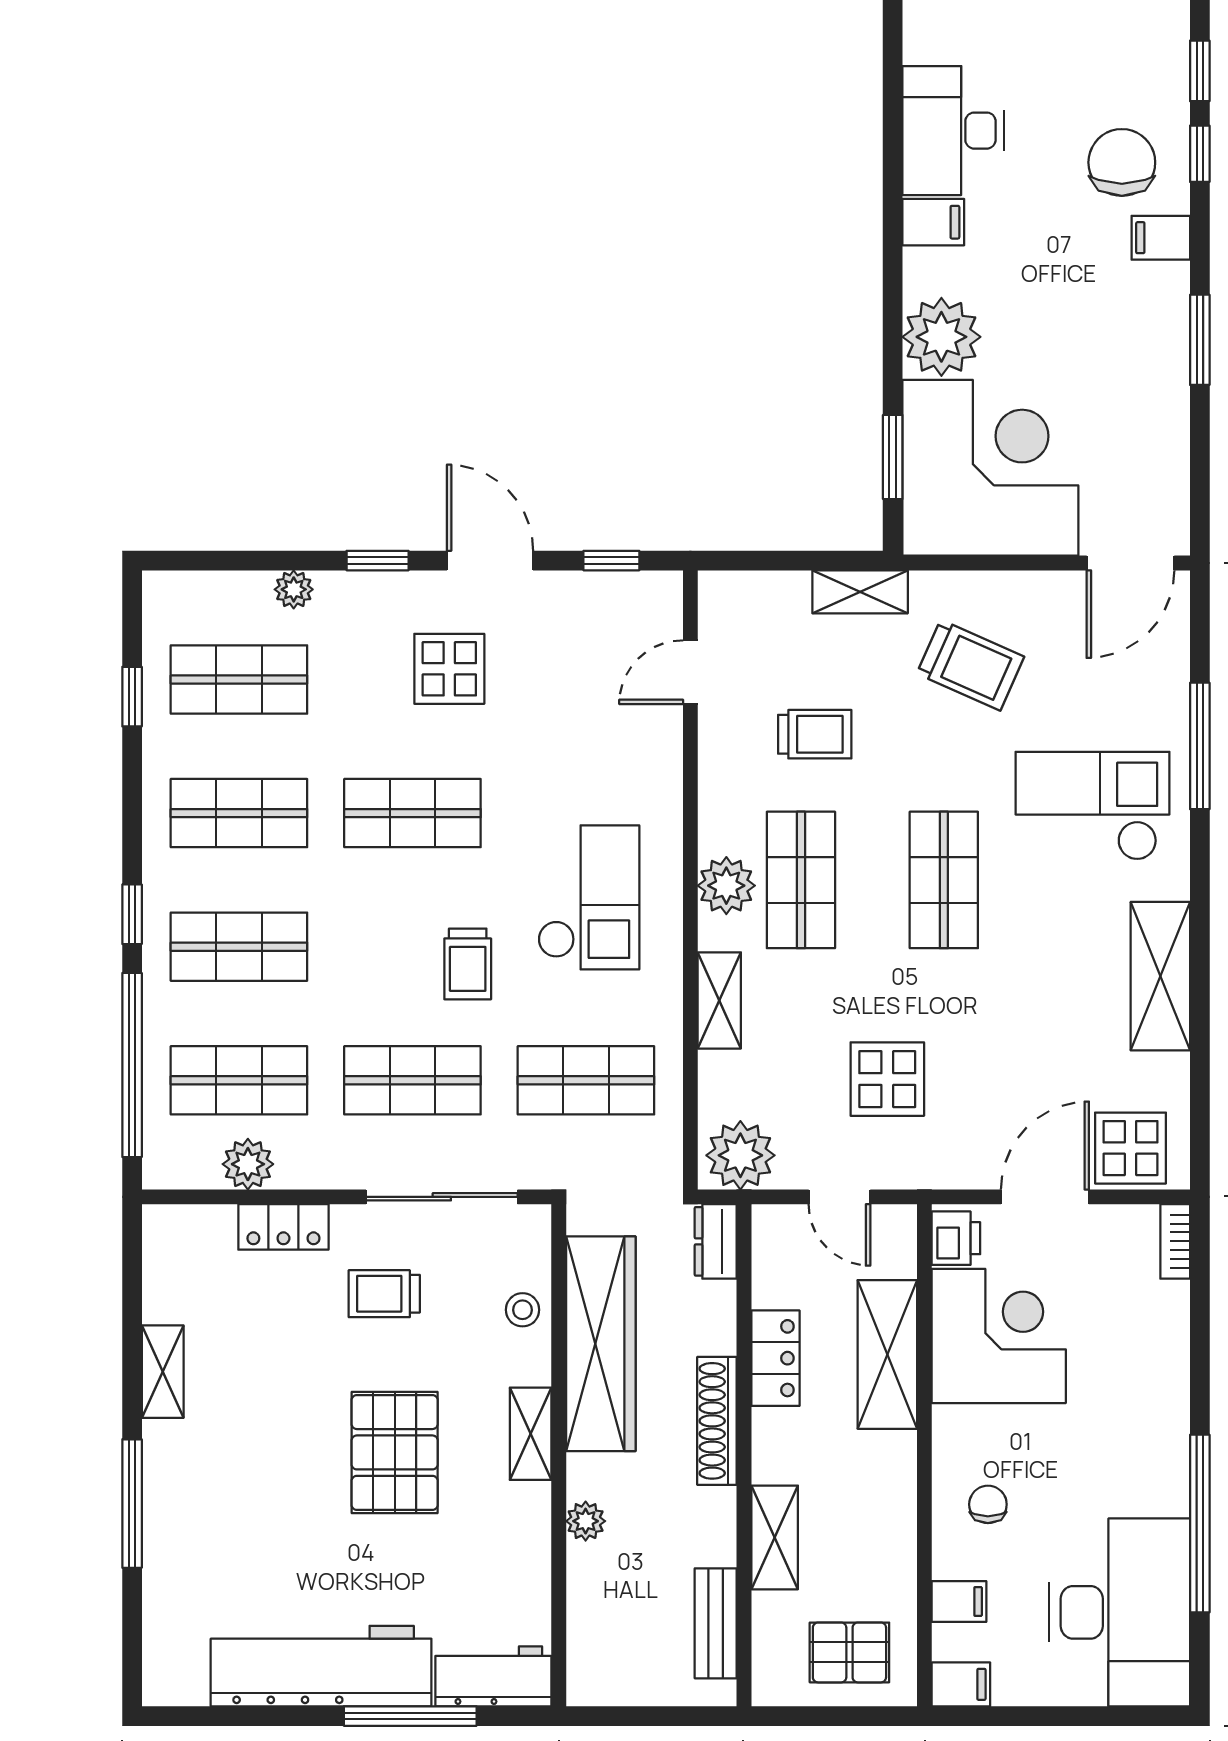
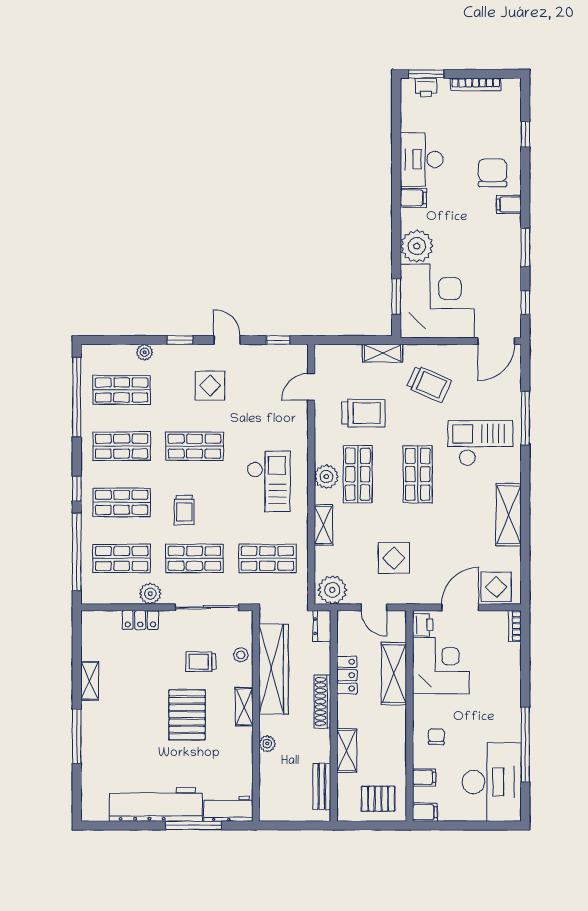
window: (1200, 154) -> (525, 303), moved
door: (490, 561) -> (227, 340), width x0.73
window: (132, 697) -> (77, 397), width x3.17
trolley: (815, 734) -> (364, 413), width x1.36, depth x1.39
trolley: (468, 964) -> (184, 510), moved
plant: (248, 1164) -> (150, 594), moved
trolley: (384, 1294) -> (201, 662), moved

